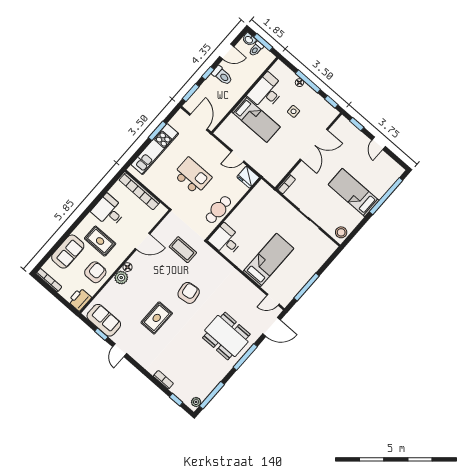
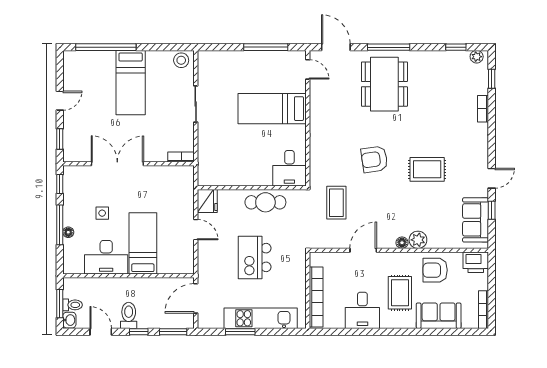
door: (143, 241) -> (363, 250), hinge flipped
window: (212, 395) -> (456, 47), width x0.46

